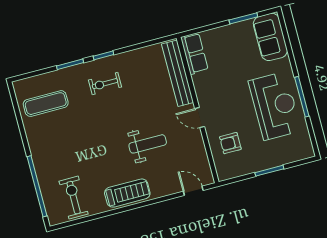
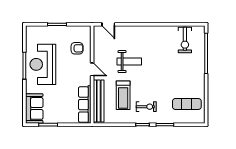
row of seats: (194, 54) -> (85, 105), width x1.48
weight bench: (148, 144) -> (129, 62), turned 180
treadmill: (127, 193) -> (123, 95), moved, turned -90

